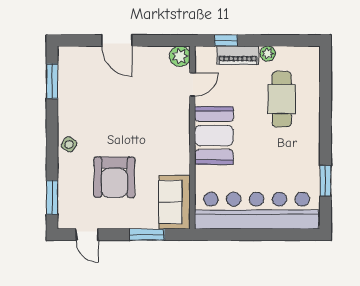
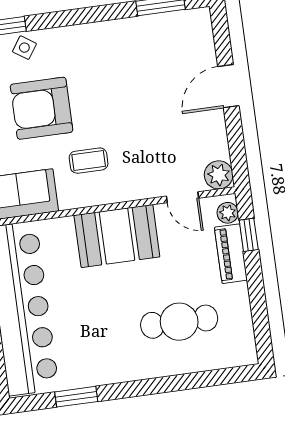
plant: (268, 53) -> (228, 213), moved
side table: (69, 144) -> (24, 48), moved
coffee table: (157, 149) -> (89, 161), added

